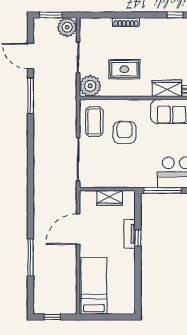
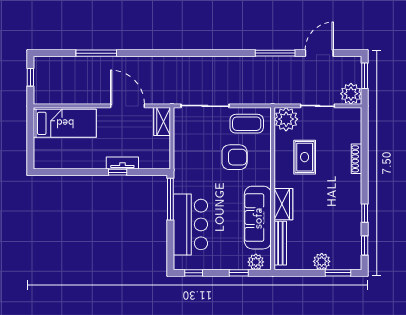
wardrobe: (110, 198) -> (162, 121), moved

